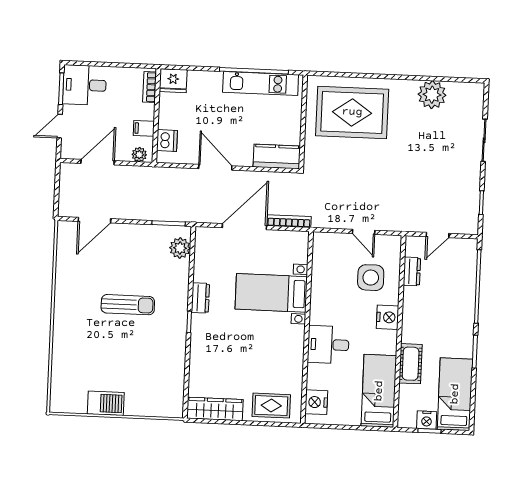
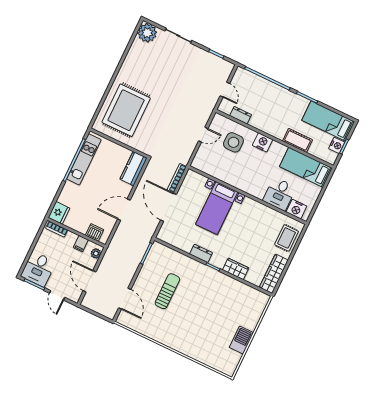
plant: (432, 95) -> (147, 33), moved
plant: (180, 248) -> (165, 253), removed
sun lounger: (128, 305) -> (167, 291), moved
desk: (328, 345) -> (280, 194), moved
wardrobe: (199, 354) -> (236, 269), added

